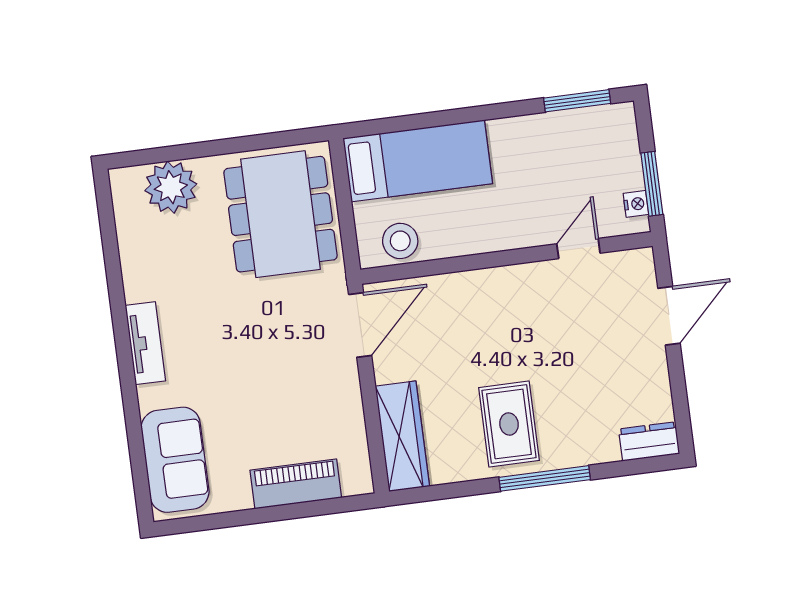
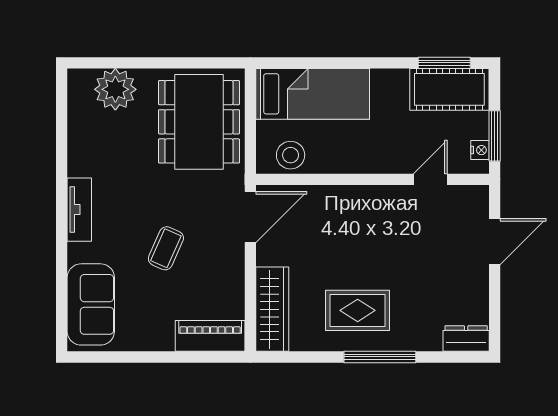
cot: (588, 133) -> (449, 89), added
coffee table: (260, 377) -> (166, 248), added
rug: (509, 424) -> (358, 310), turned 90
piano: (296, 484) -> (210, 336), moved

